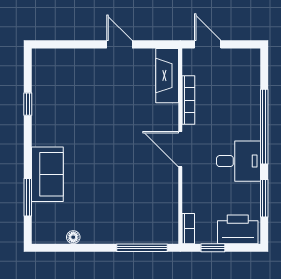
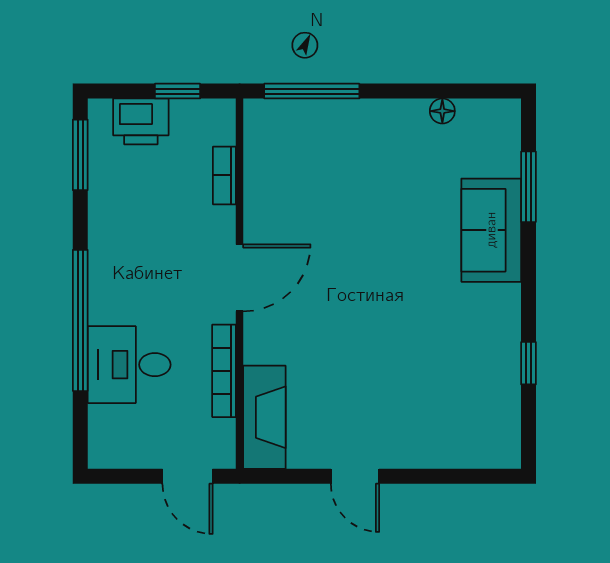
door: (180, 149) -> (240, 278), hinge flipped
desk: (238, 161) -> (129, 365), moved
window: (264, 198) -> (80, 155), moved
bookcase: (188, 229) -> (224, 175), moved
printer: (238, 229) -> (141, 121), width x0.73, depth x0.84

